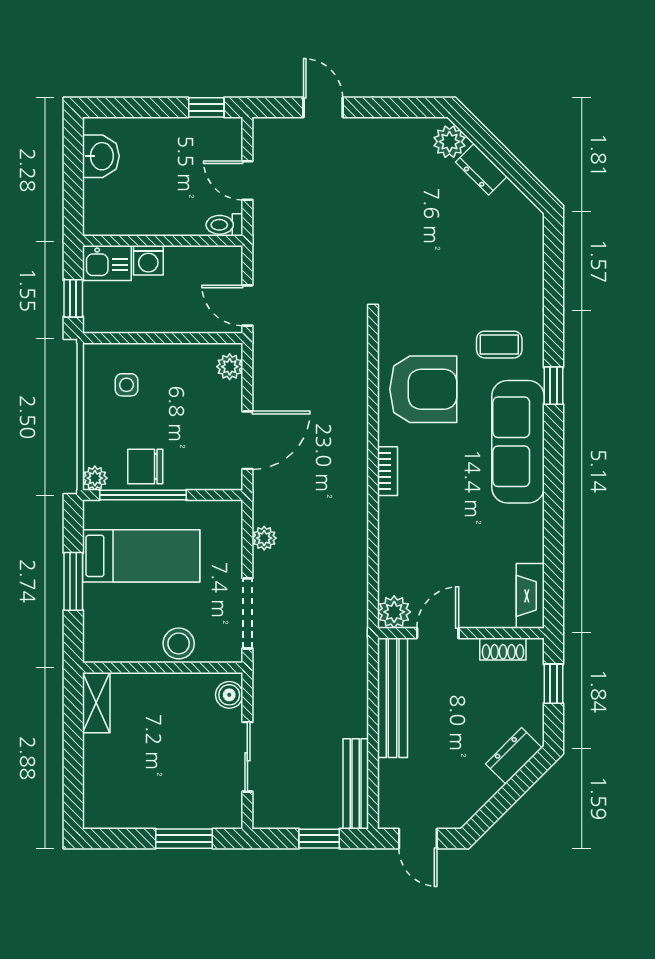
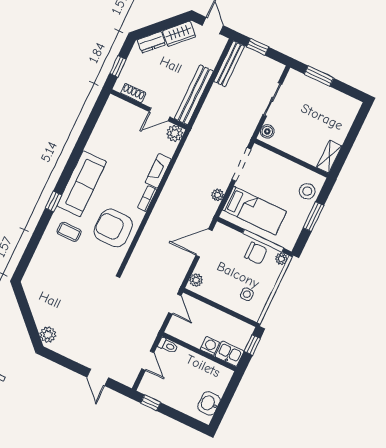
dresser: (481, 169) -> (39, 315), removed
bed: (141, 556) -> (255, 211), moved, turned 180
fireplace: (530, 596) -> (158, 171), moved, turned 180
stool: (179, 643) -> (307, 191), moved
wardrobe: (471, 795) -> (179, 34), added

